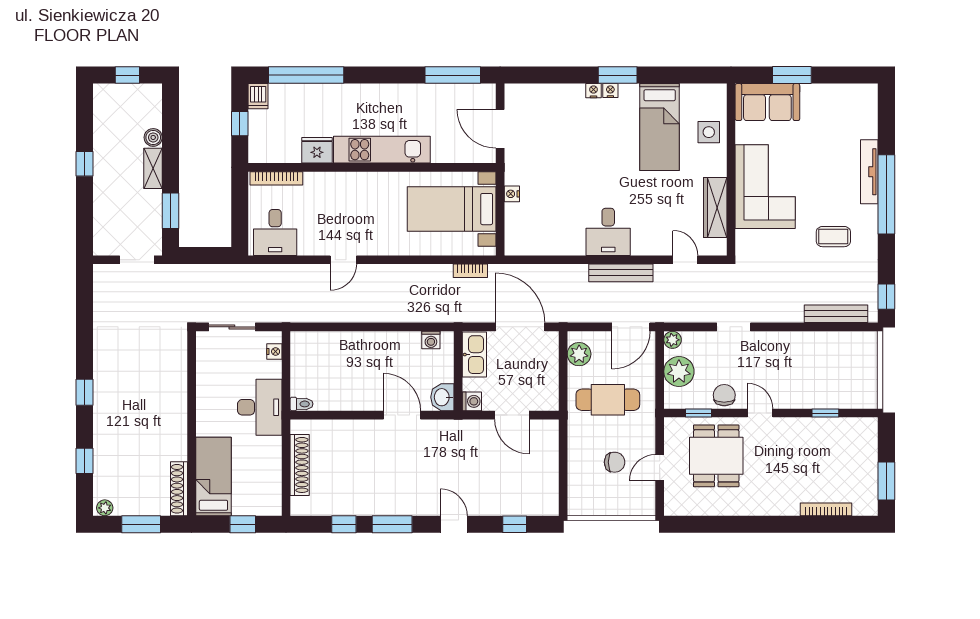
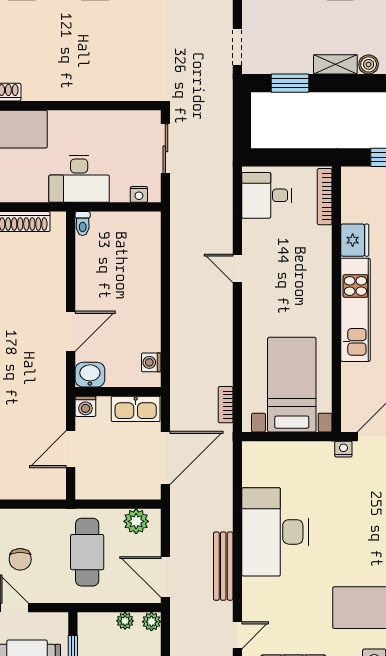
nightstand: (512, 194) -> (343, 449), moved
desk: (608, 232) -> (275, 532), width x1.87, depth x1.30
plant: (679, 372) -> (125, 621), width x0.53, depth x0.53

